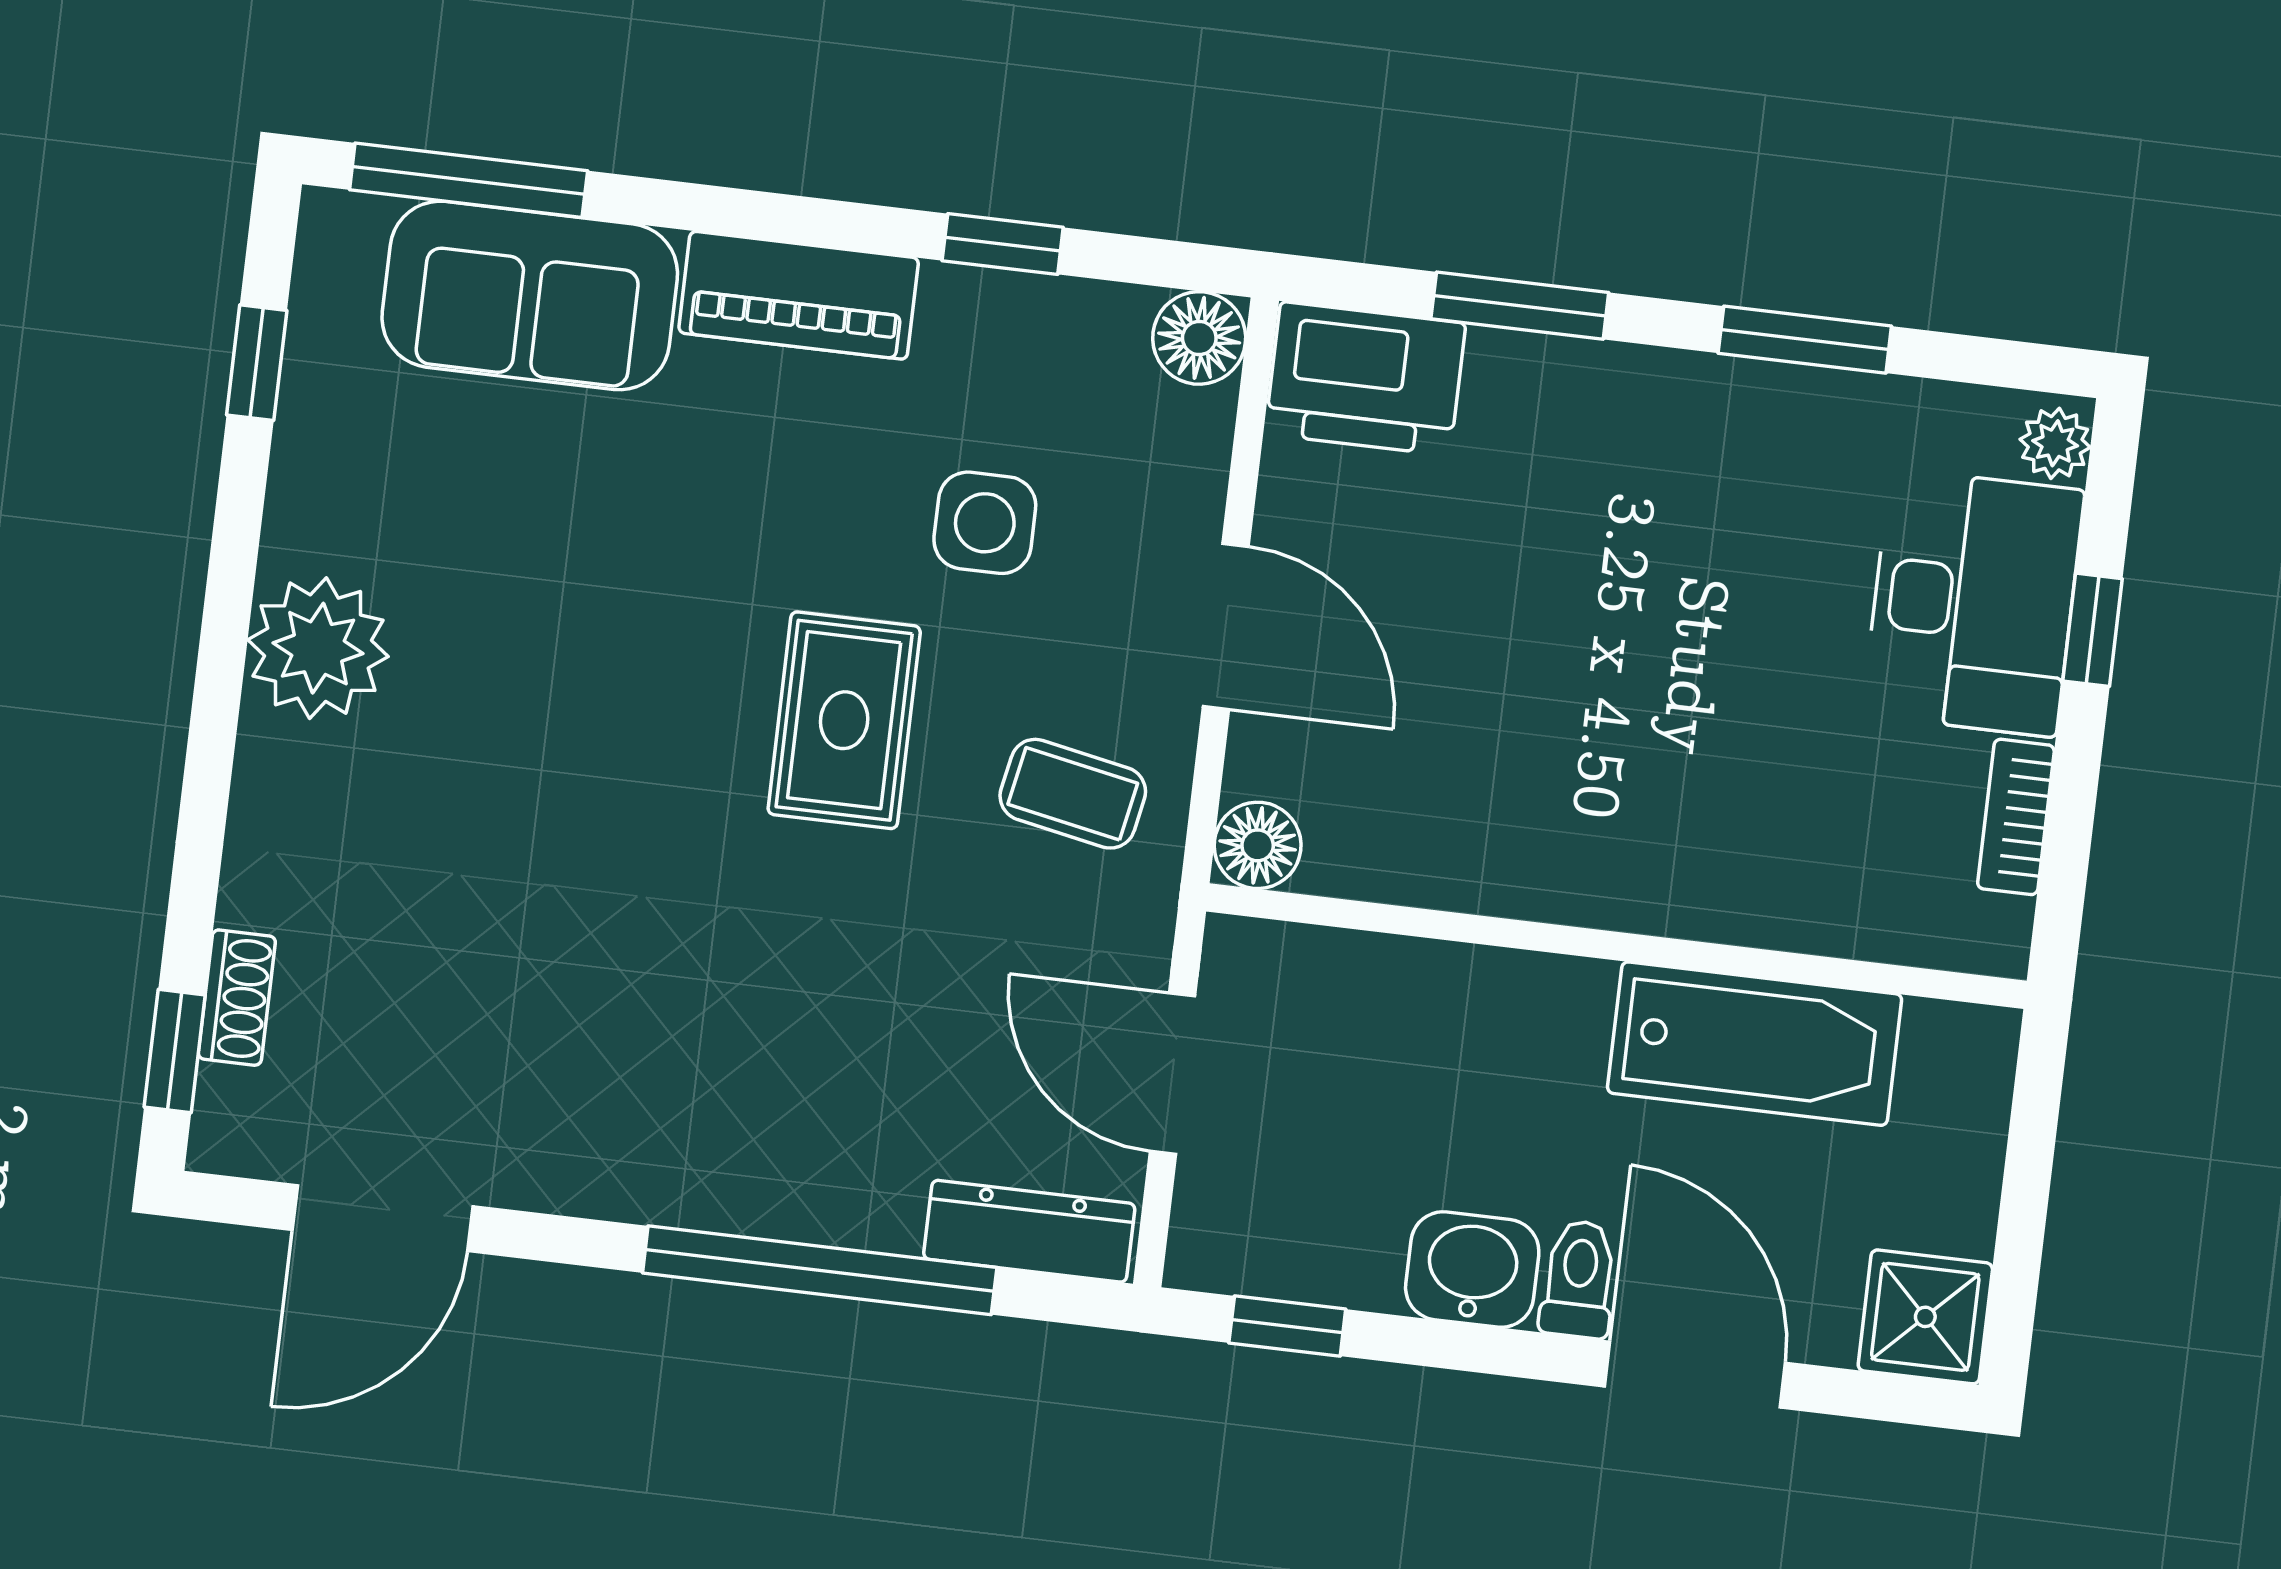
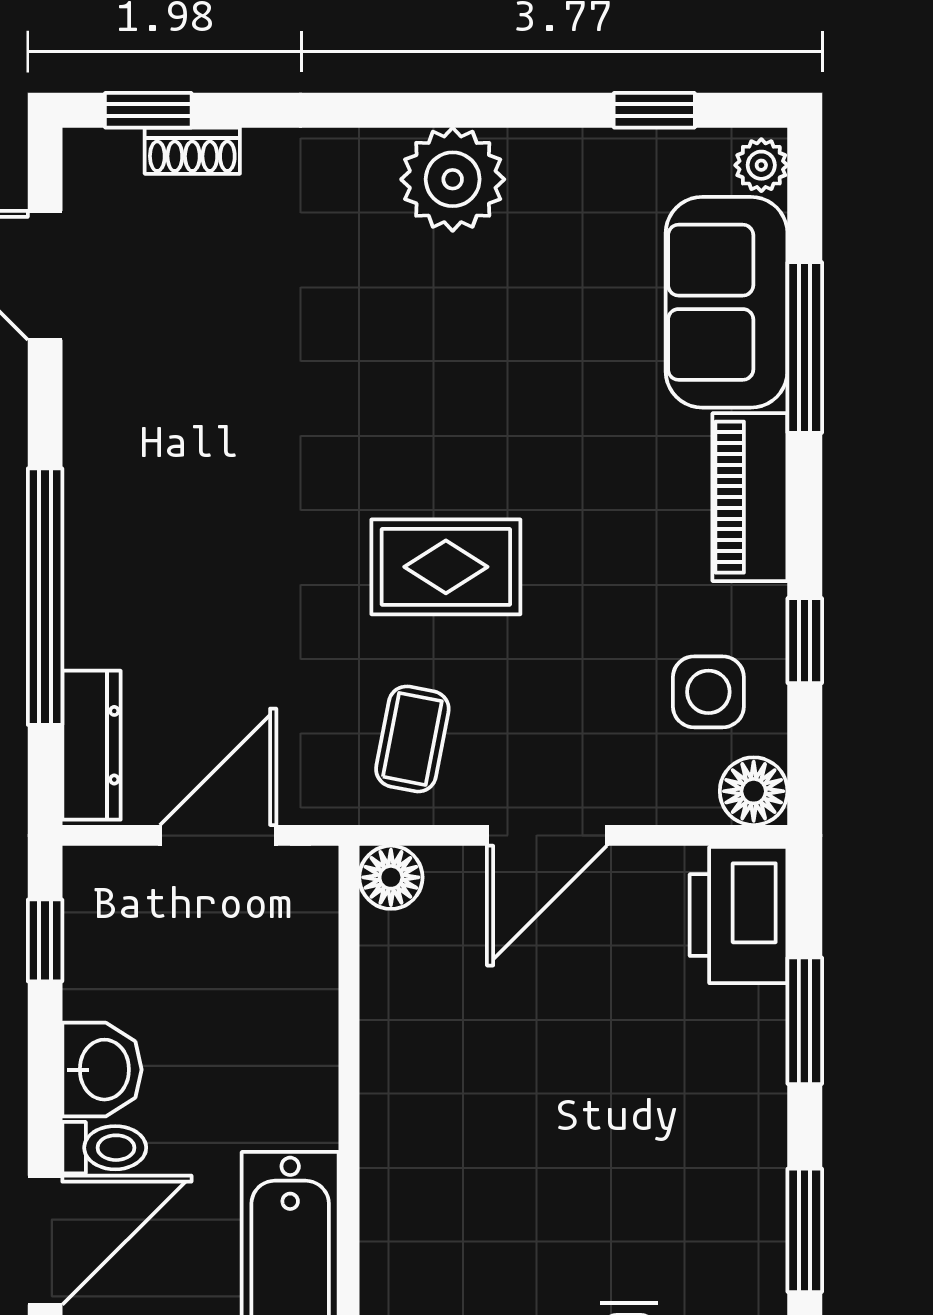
window: (469, 180) -> (805, 348), moved
plant: (349, 226) -> (761, 165), added
side table: (985, 523) -> (708, 692), moved

